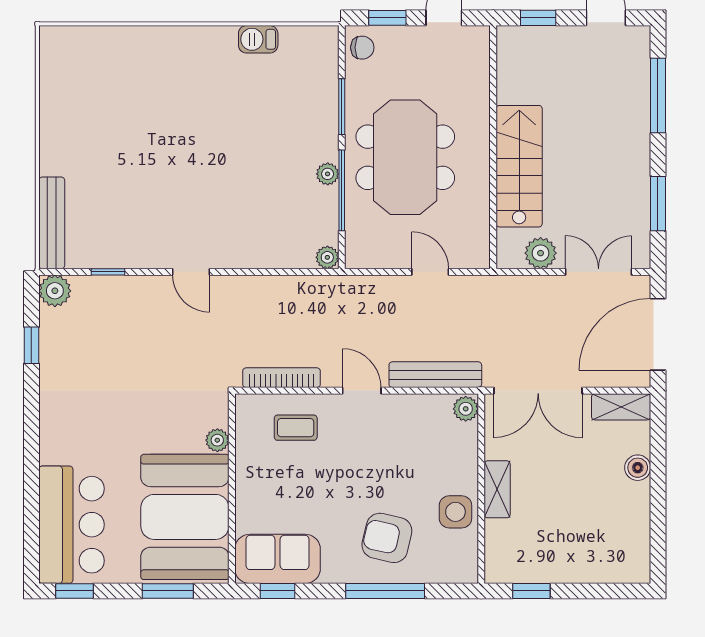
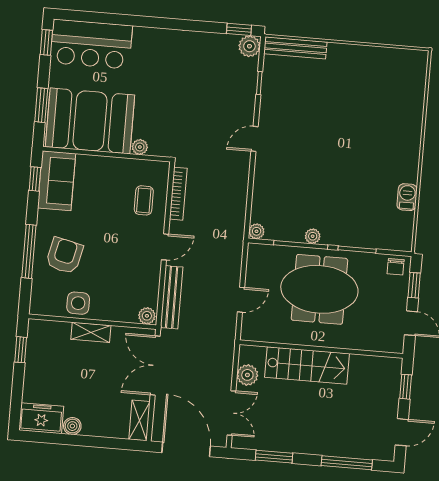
window: (31, 345) -> (239, 29), moved
boiler: (638, 468) -> (72, 426), moved
freezer: (630, 552) -> (41, 418), added

